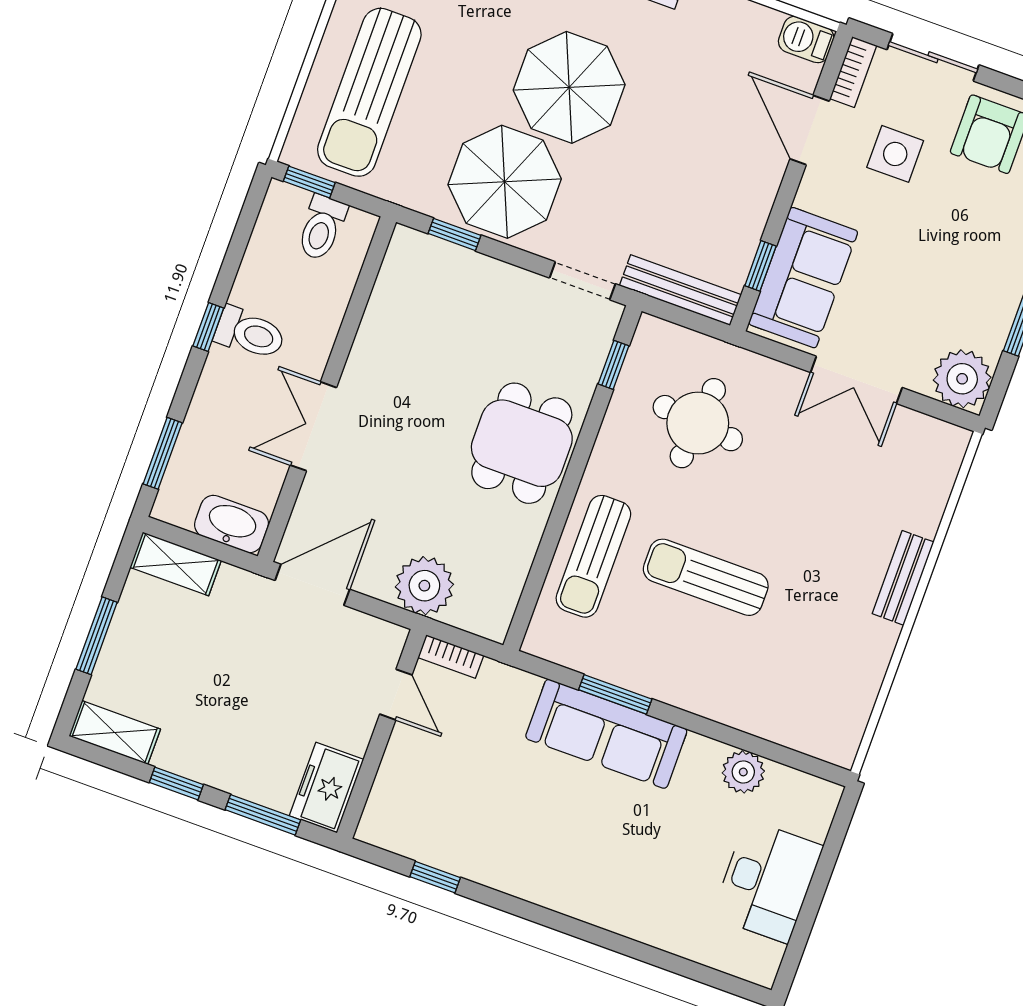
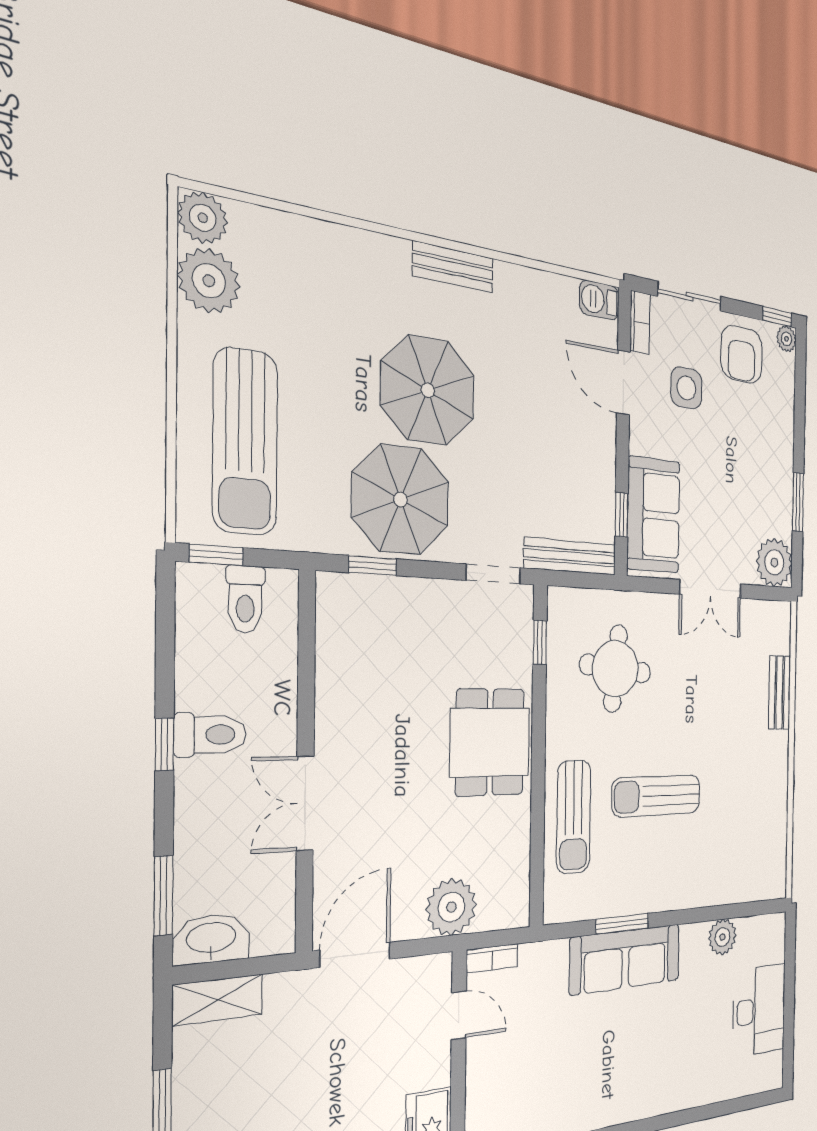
washbasin: (231, 524) -> (211, 939), moved
bench: (903, 578) -> (780, 693), moved

